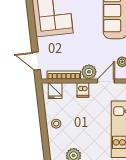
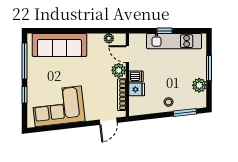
fridge: (55, 91) -> (137, 89), moved
window: (45, 141) -> (185, 113), added

